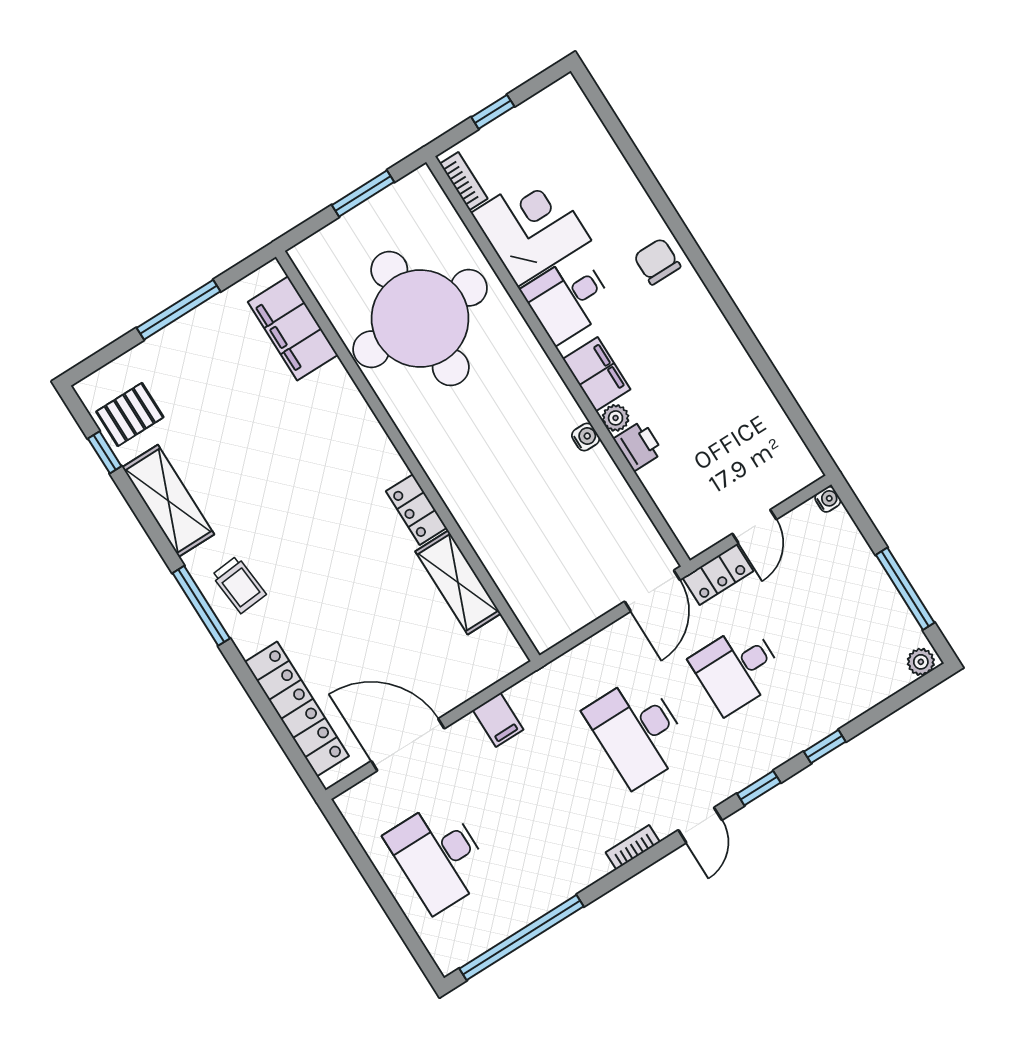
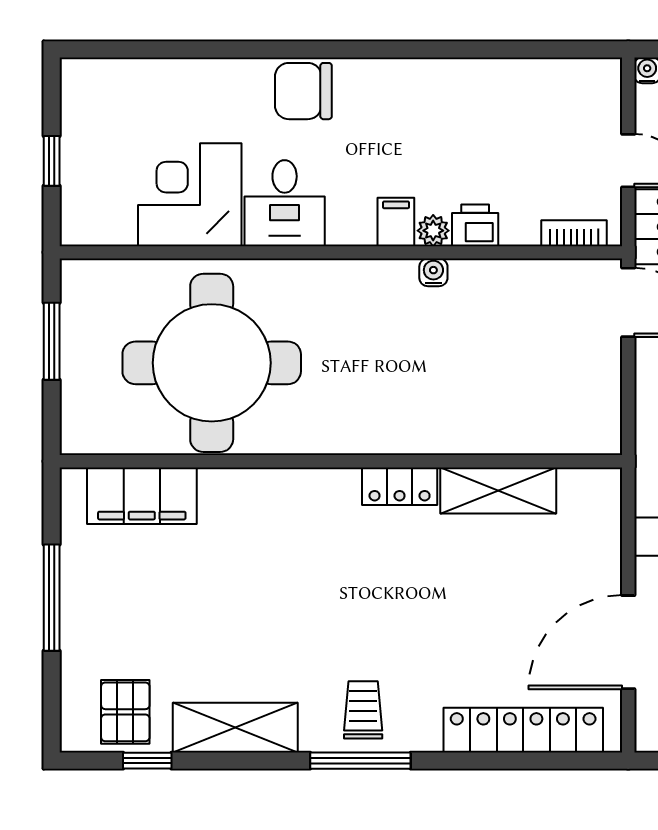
bookcase: (464, 181) -> (574, 233), moved
chair: (657, 261) -> (303, 91), width x1.37, depth x1.37
filing cabinet: (597, 374) -> (396, 222), width x0.50
trolley: (239, 585) -> (363, 710), turned -85

